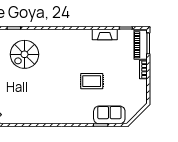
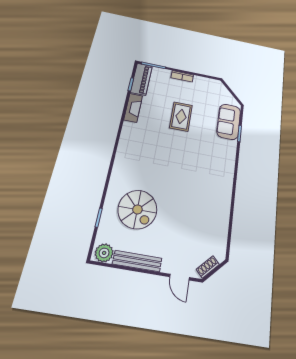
piano: (141, 45) -> (141, 79), moved, turned -90
rug: (92, 81) -> (181, 117), moved

